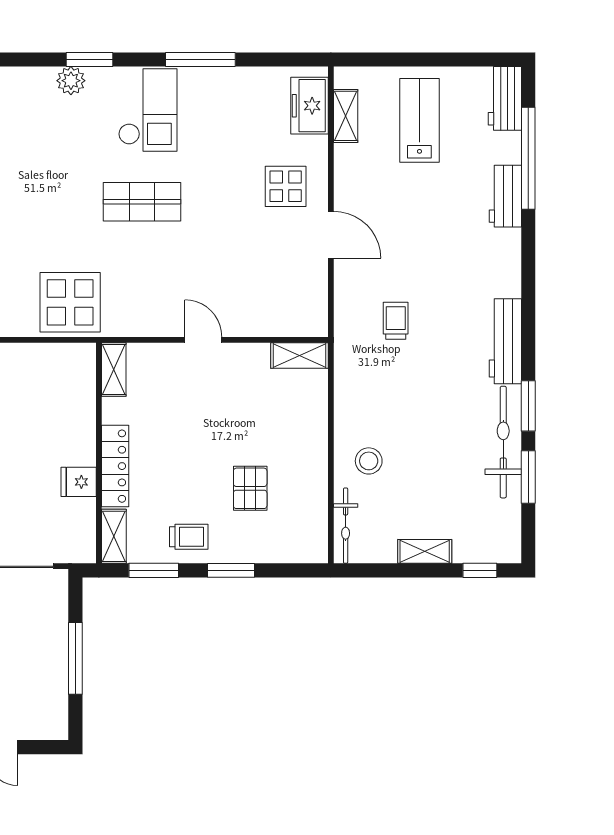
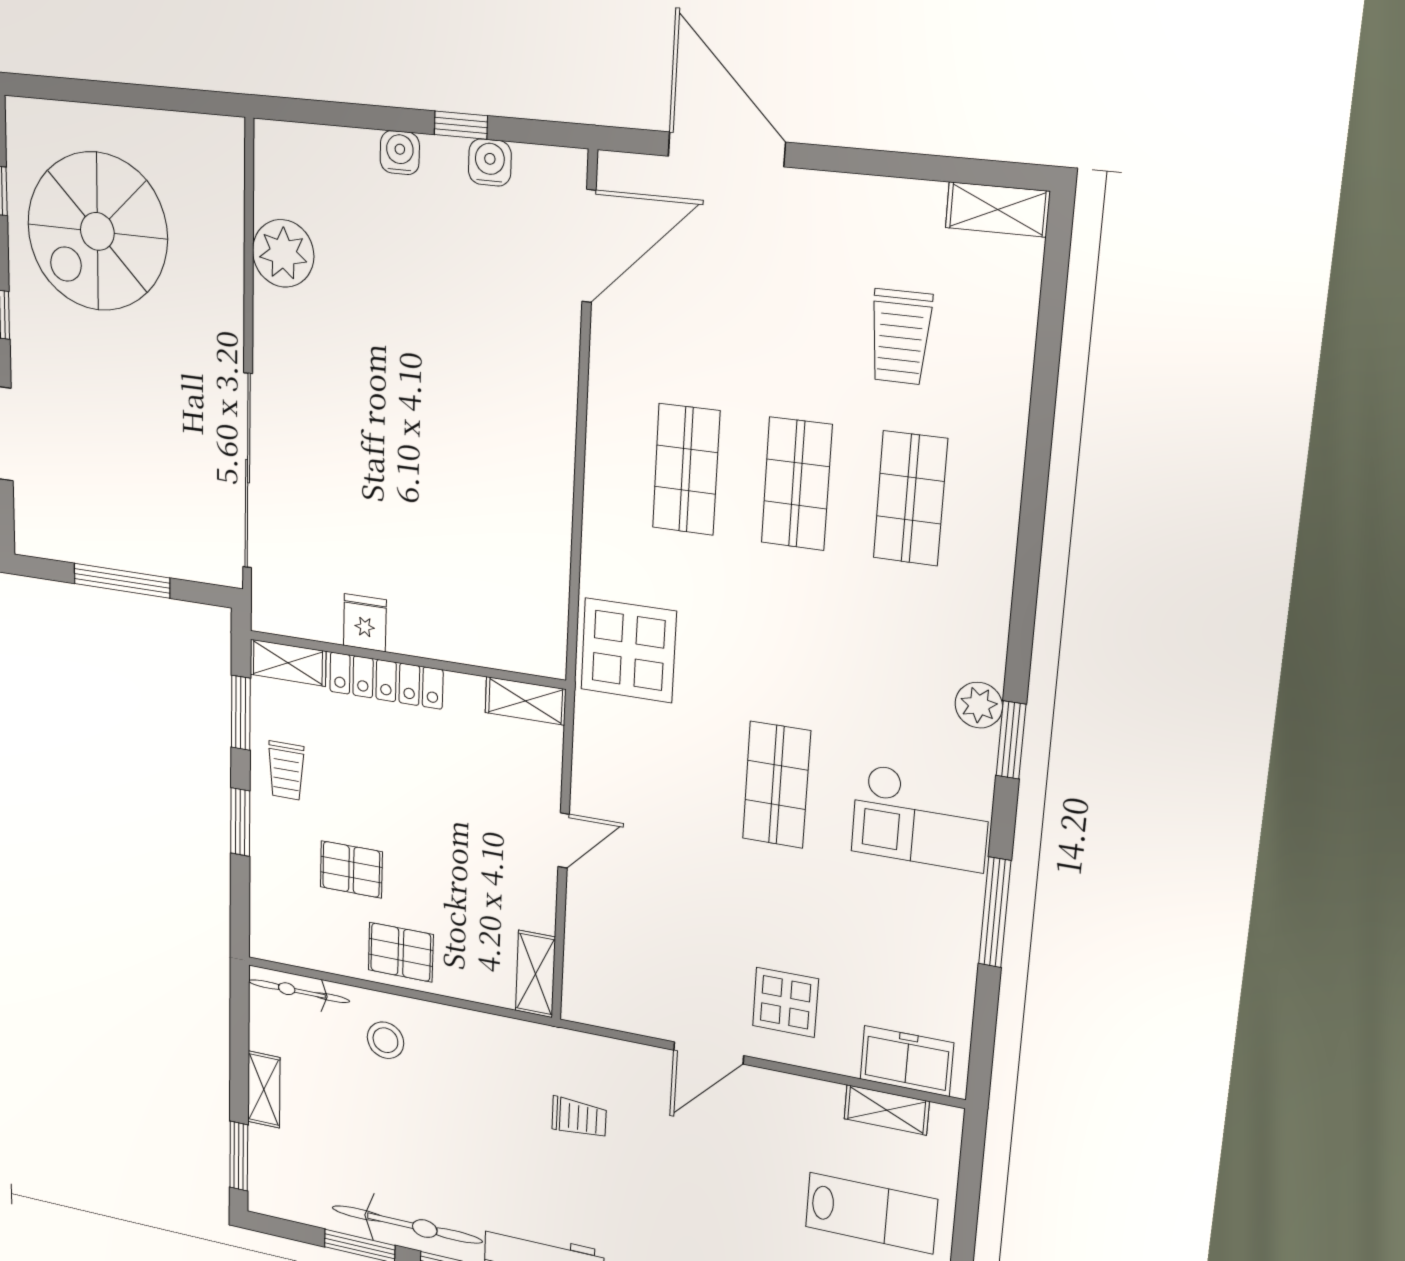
pallet: (303, 451) -> (401, 952), added
window: (480, 570) -> (239, 1156), width x1.50

